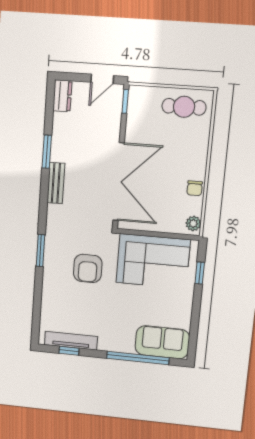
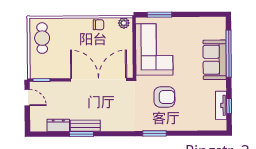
dresser: (62, 96) -> (58, 125), moved
bench: (56, 183) -> (85, 126), moved
window: (200, 273) -> (160, 15), width x1.50
tv unit: (71, 341) -> (221, 105), width x0.71
sofa: (162, 342) -> (215, 60), moved

